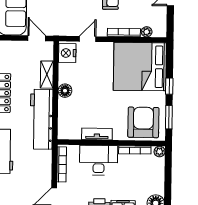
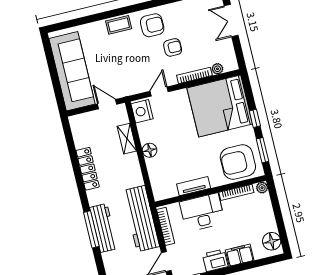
workbench: (41, 119) -> (141, 219), moved
armchair: (143, 122) -> (238, 162), turned -90

